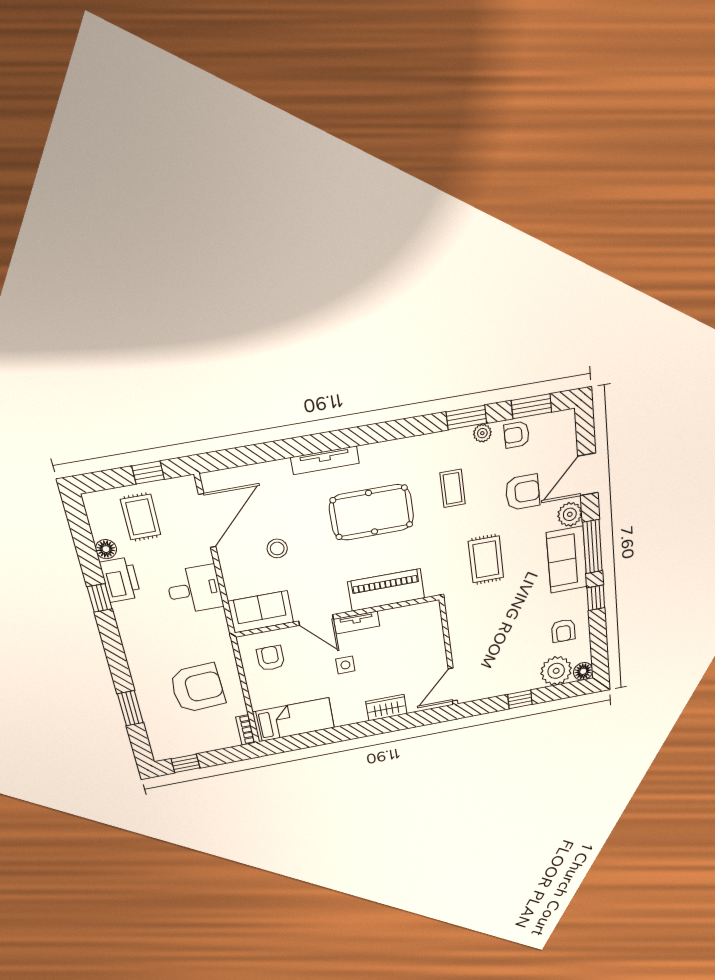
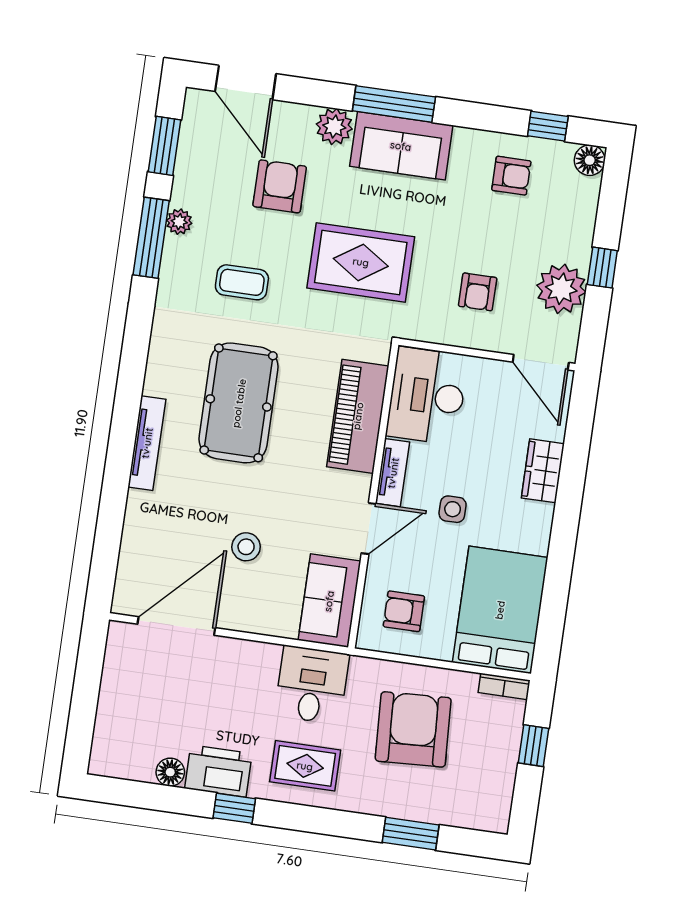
window: (466, 417) -> (151, 238), width x1.44
armchair: (517, 435) -> (478, 292), moved
window: (148, 473) -> (88, 677), removed
door: (588, 474) -> (246, 83), moved
rug: (141, 517) -> (305, 766), moved
door: (207, 521) -> (176, 626), hinge flipped
rug: (486, 559) -> (361, 262), width x1.36, depth x1.43
desk: (195, 589) -> (312, 685), moved
window: (596, 598) -> (548, 126), moved
desk: (412, 627) -> (427, 396), added
plant: (556, 671) -> (561, 289), moved
bed: (294, 720) -> (500, 610), width x1.50
window: (186, 763) -> (533, 746), moved

